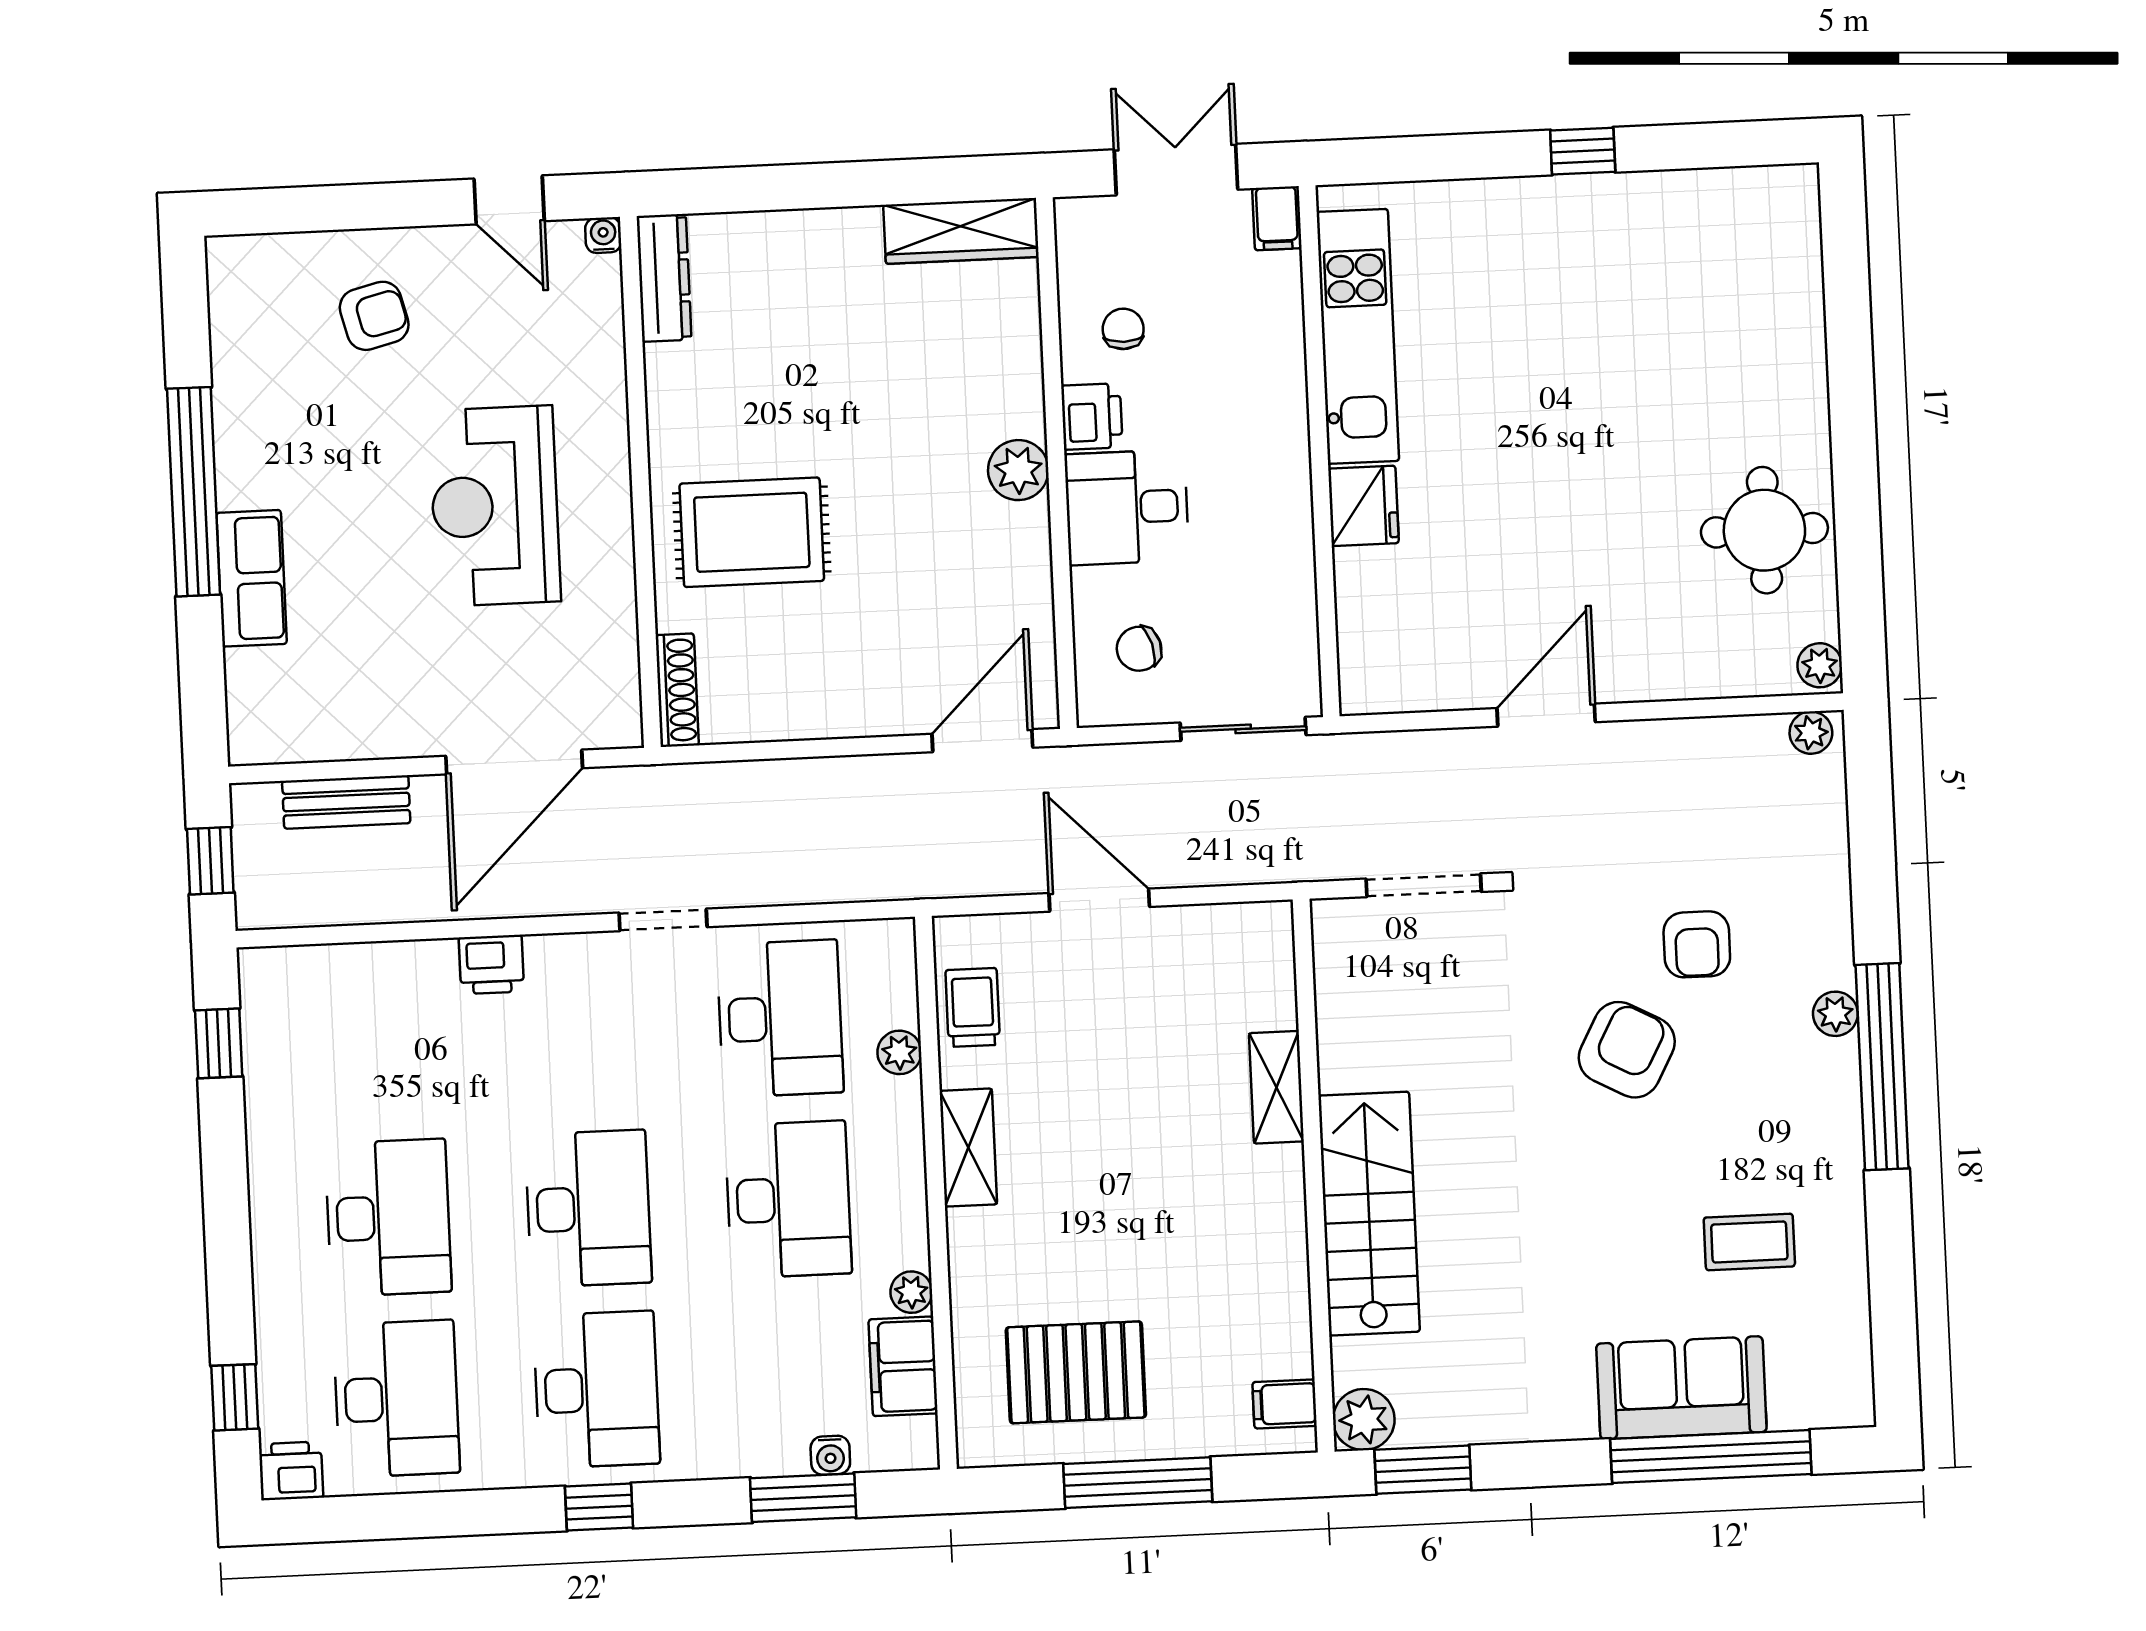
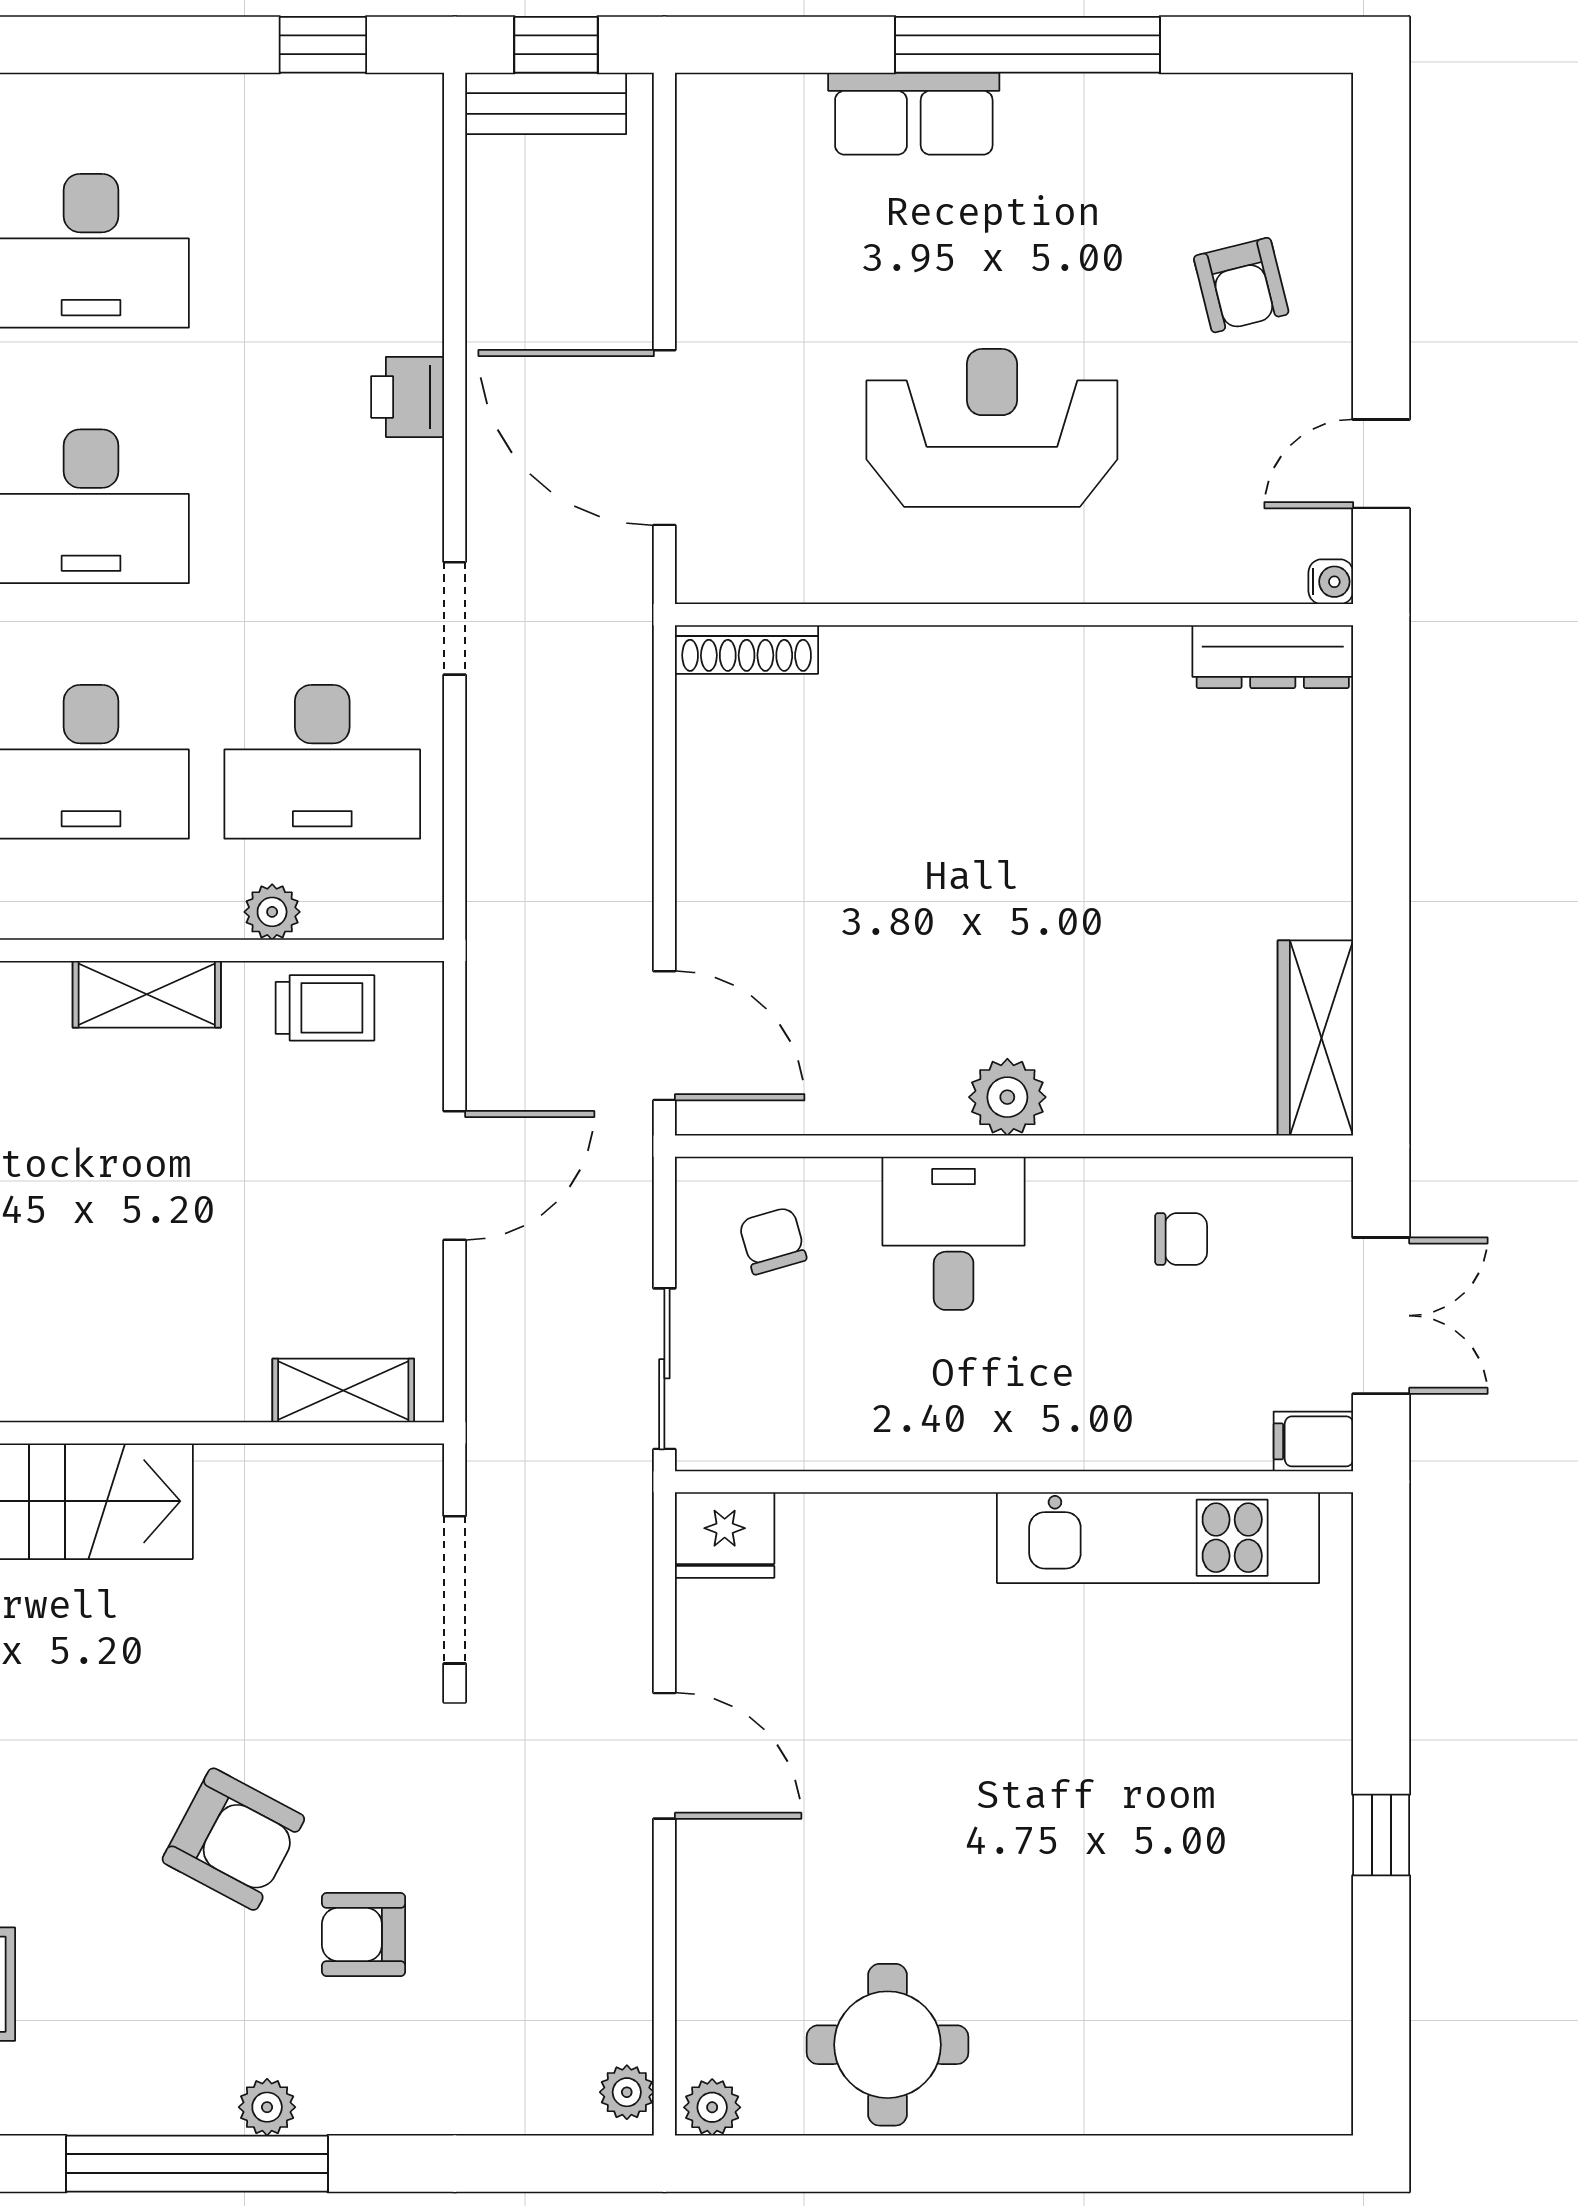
printer: (1092, 416) -> (1071, 1194), removed
fridge: (1363, 506) -> (725, 1535), moved
rug: (752, 532) -> (944, 754), removed
bench: (346, 802) -> (546, 103), moved, turned 90
shelving: (1276, 1087) -> (343, 1390), moved

